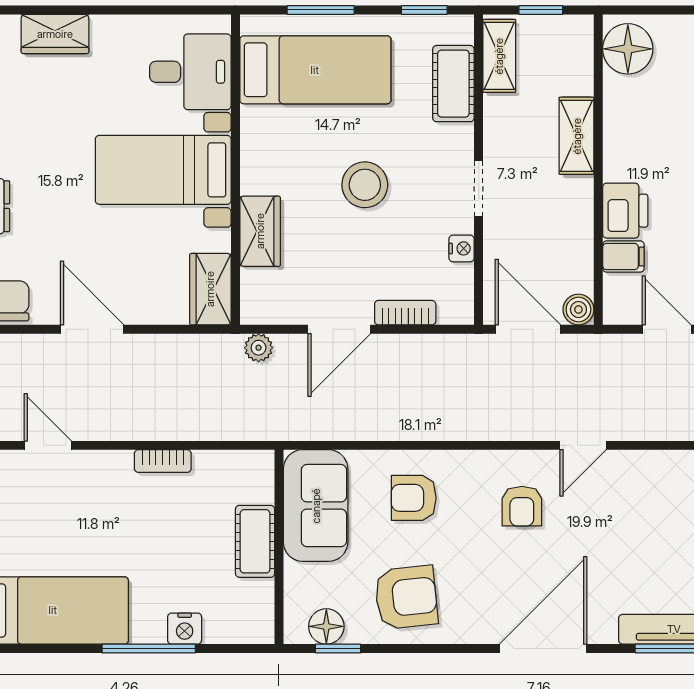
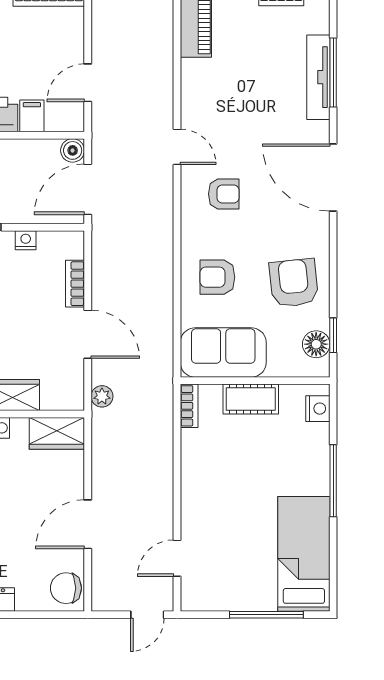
bookcase: (163, 461) -> (189, 406), moved
armchair: (414, 498) -> (217, 277), turned 90
nightstand: (185, 629) -> (318, 409), moved

